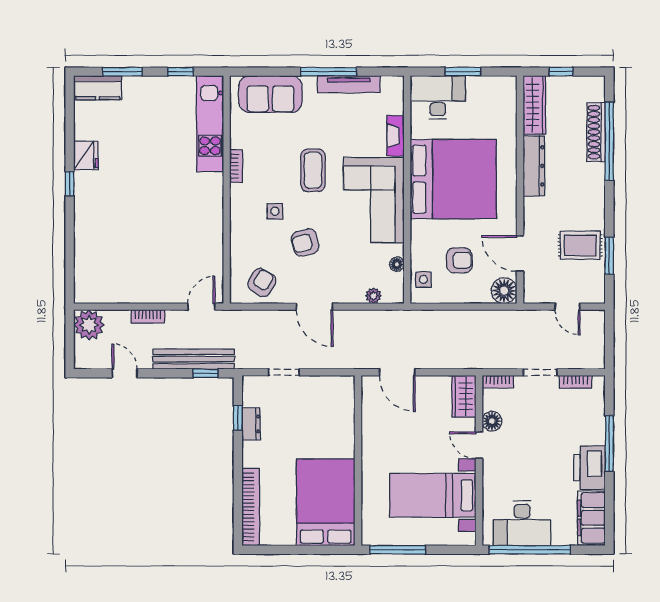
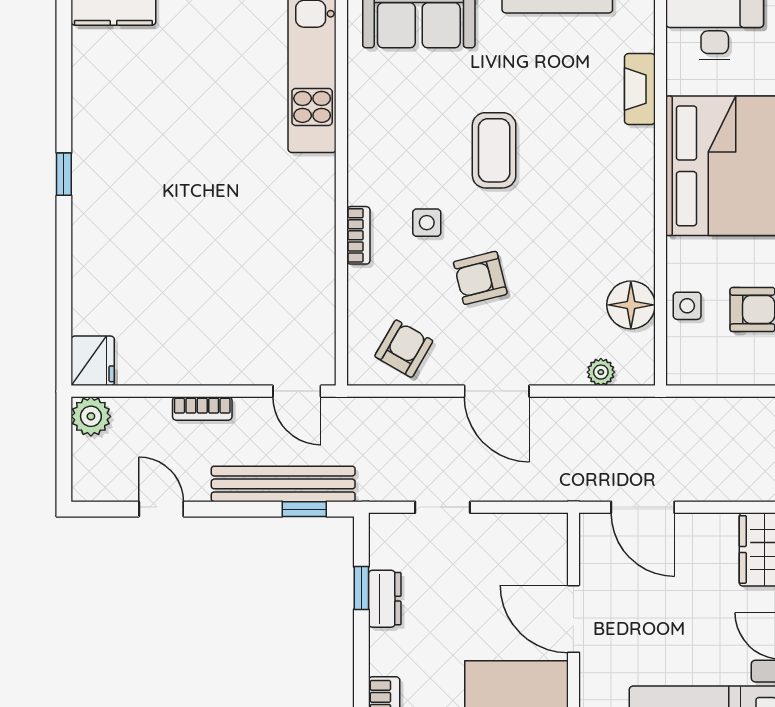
fridge: (86, 156) -> (93, 361), moved
bookcase: (236, 166) -> (358, 235), moved
corner sofa: (374, 200) -> (601, 203), removed
floor lamp: (397, 264) -> (631, 305), width x1.89, depth x1.89
side table: (423, 279) -> (687, 306), moved
door: (201, 307) -> (297, 391), swing flipped
plant: (89, 325) -> (91, 416), width x0.73, depth x0.73
door: (358, 435) -> (573, 619), added

